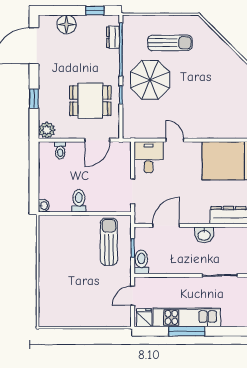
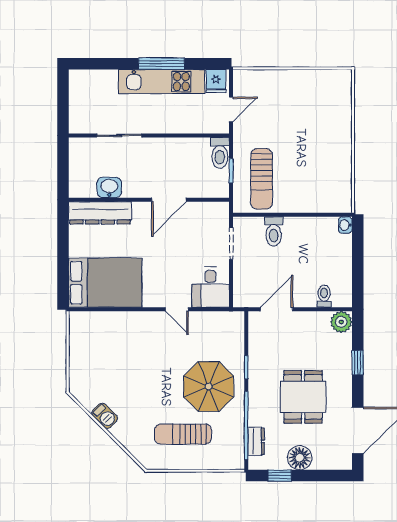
floor lamp: (67, 24) -> (300, 458), moved
barbecue: (231, 57) -> (105, 416), added
dining table: (90, 101) -> (303, 397), moved, turned 90
toilet: (79, 201) -> (274, 231), moved
door: (166, 225) -> (169, 200), moved
washbasin: (204, 235) -> (109, 187), moved

